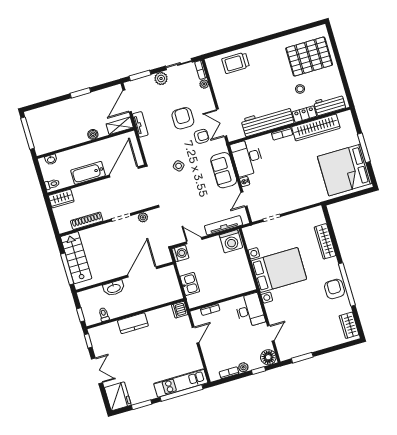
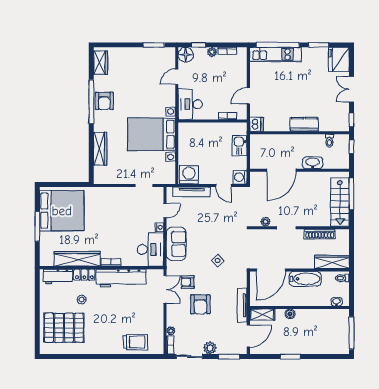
tv unit: (140, 124) -> (242, 305), width x1.41
wardrobe: (61, 199) -> (332, 262), width x1.50

